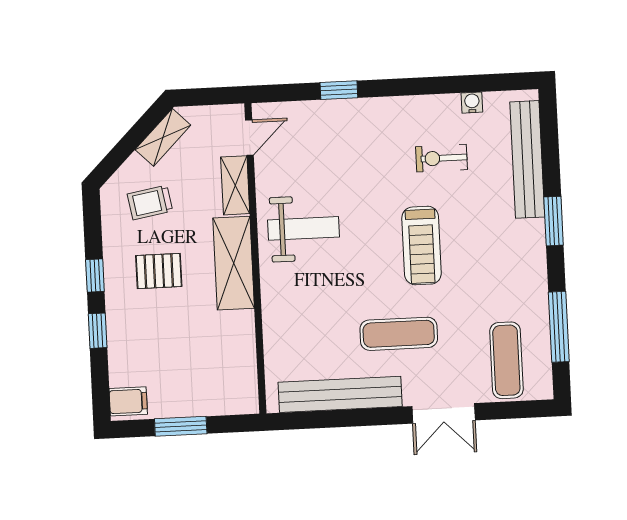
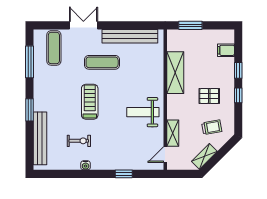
water cooler: (472, 103) -> (86, 165), moved
shelving: (234, 263) -> (175, 73), moved
filing cabinet: (128, 401) -> (226, 50), moved
window: (181, 426) -> (190, 25), moved

